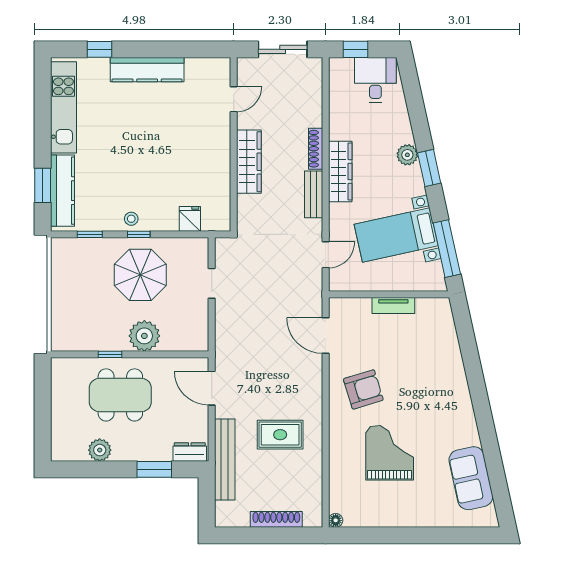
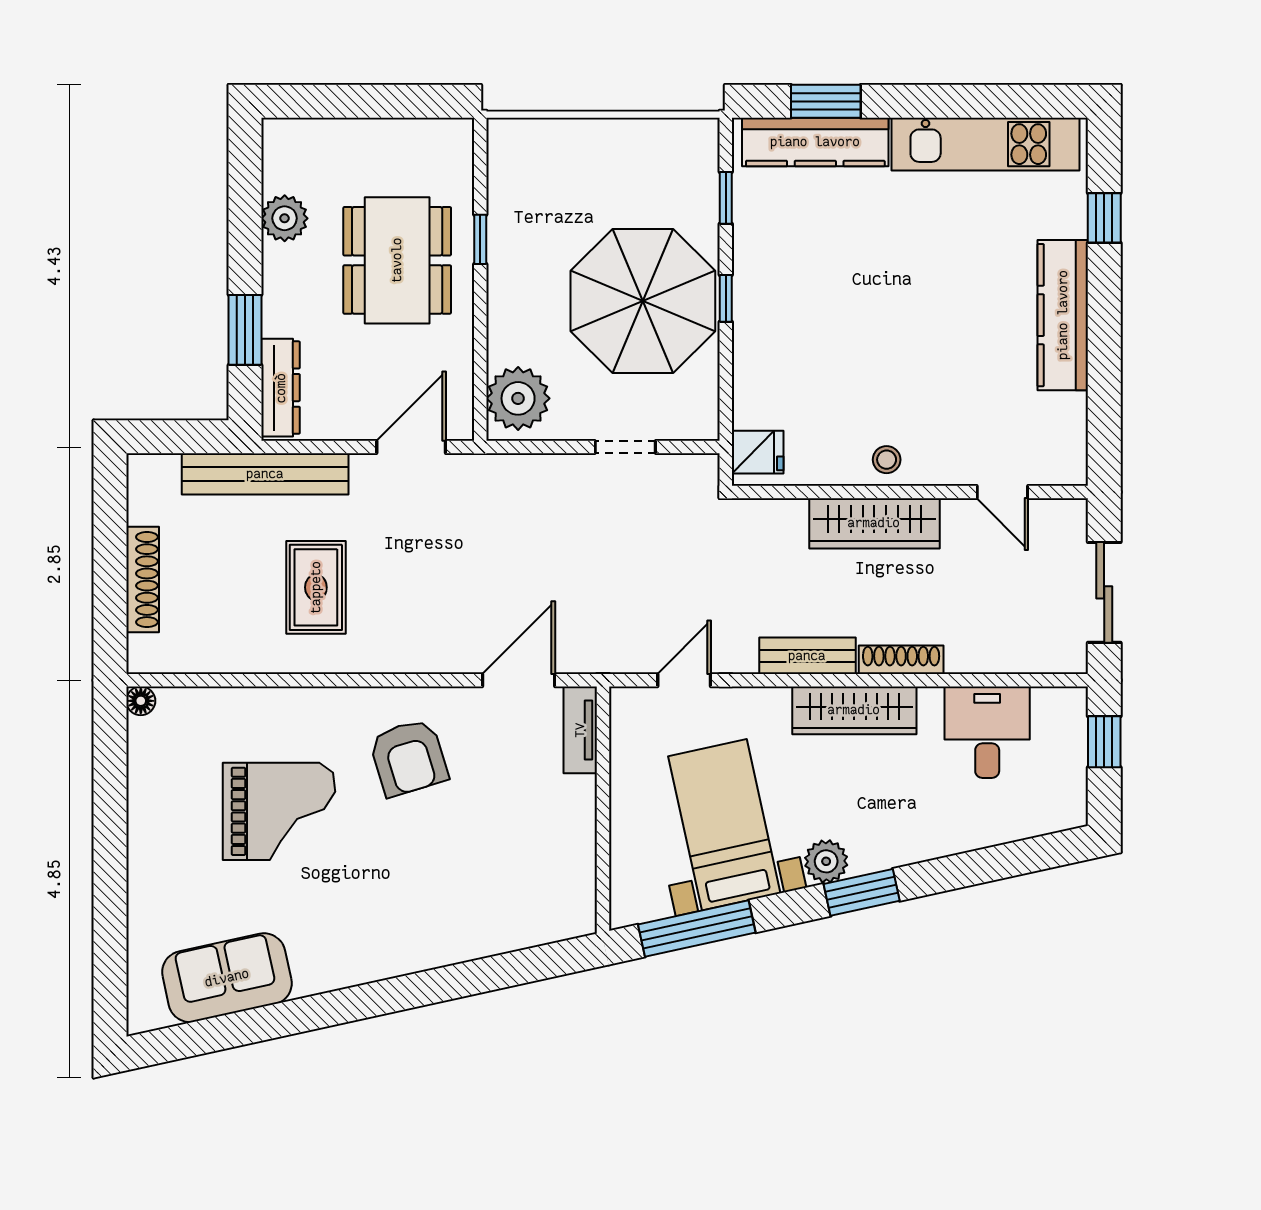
desk: (375, 80) -> (987, 732), moved, turned -90
plant: (407, 155) -> (826, 861), moved
stool: (131, 219) -> (887, 460), moved
fridge: (190, 219) -> (758, 452), moved
door: (326, 255) -> (684, 680), swing flipped
parasol: (140, 275) -> (643, 301), width x1.36, depth x1.36
tv unit: (393, 305) -> (580, 730), moved
plant: (144, 336) -> (518, 398), moved
dresser: (190, 452) -> (281, 388), width x1.44

